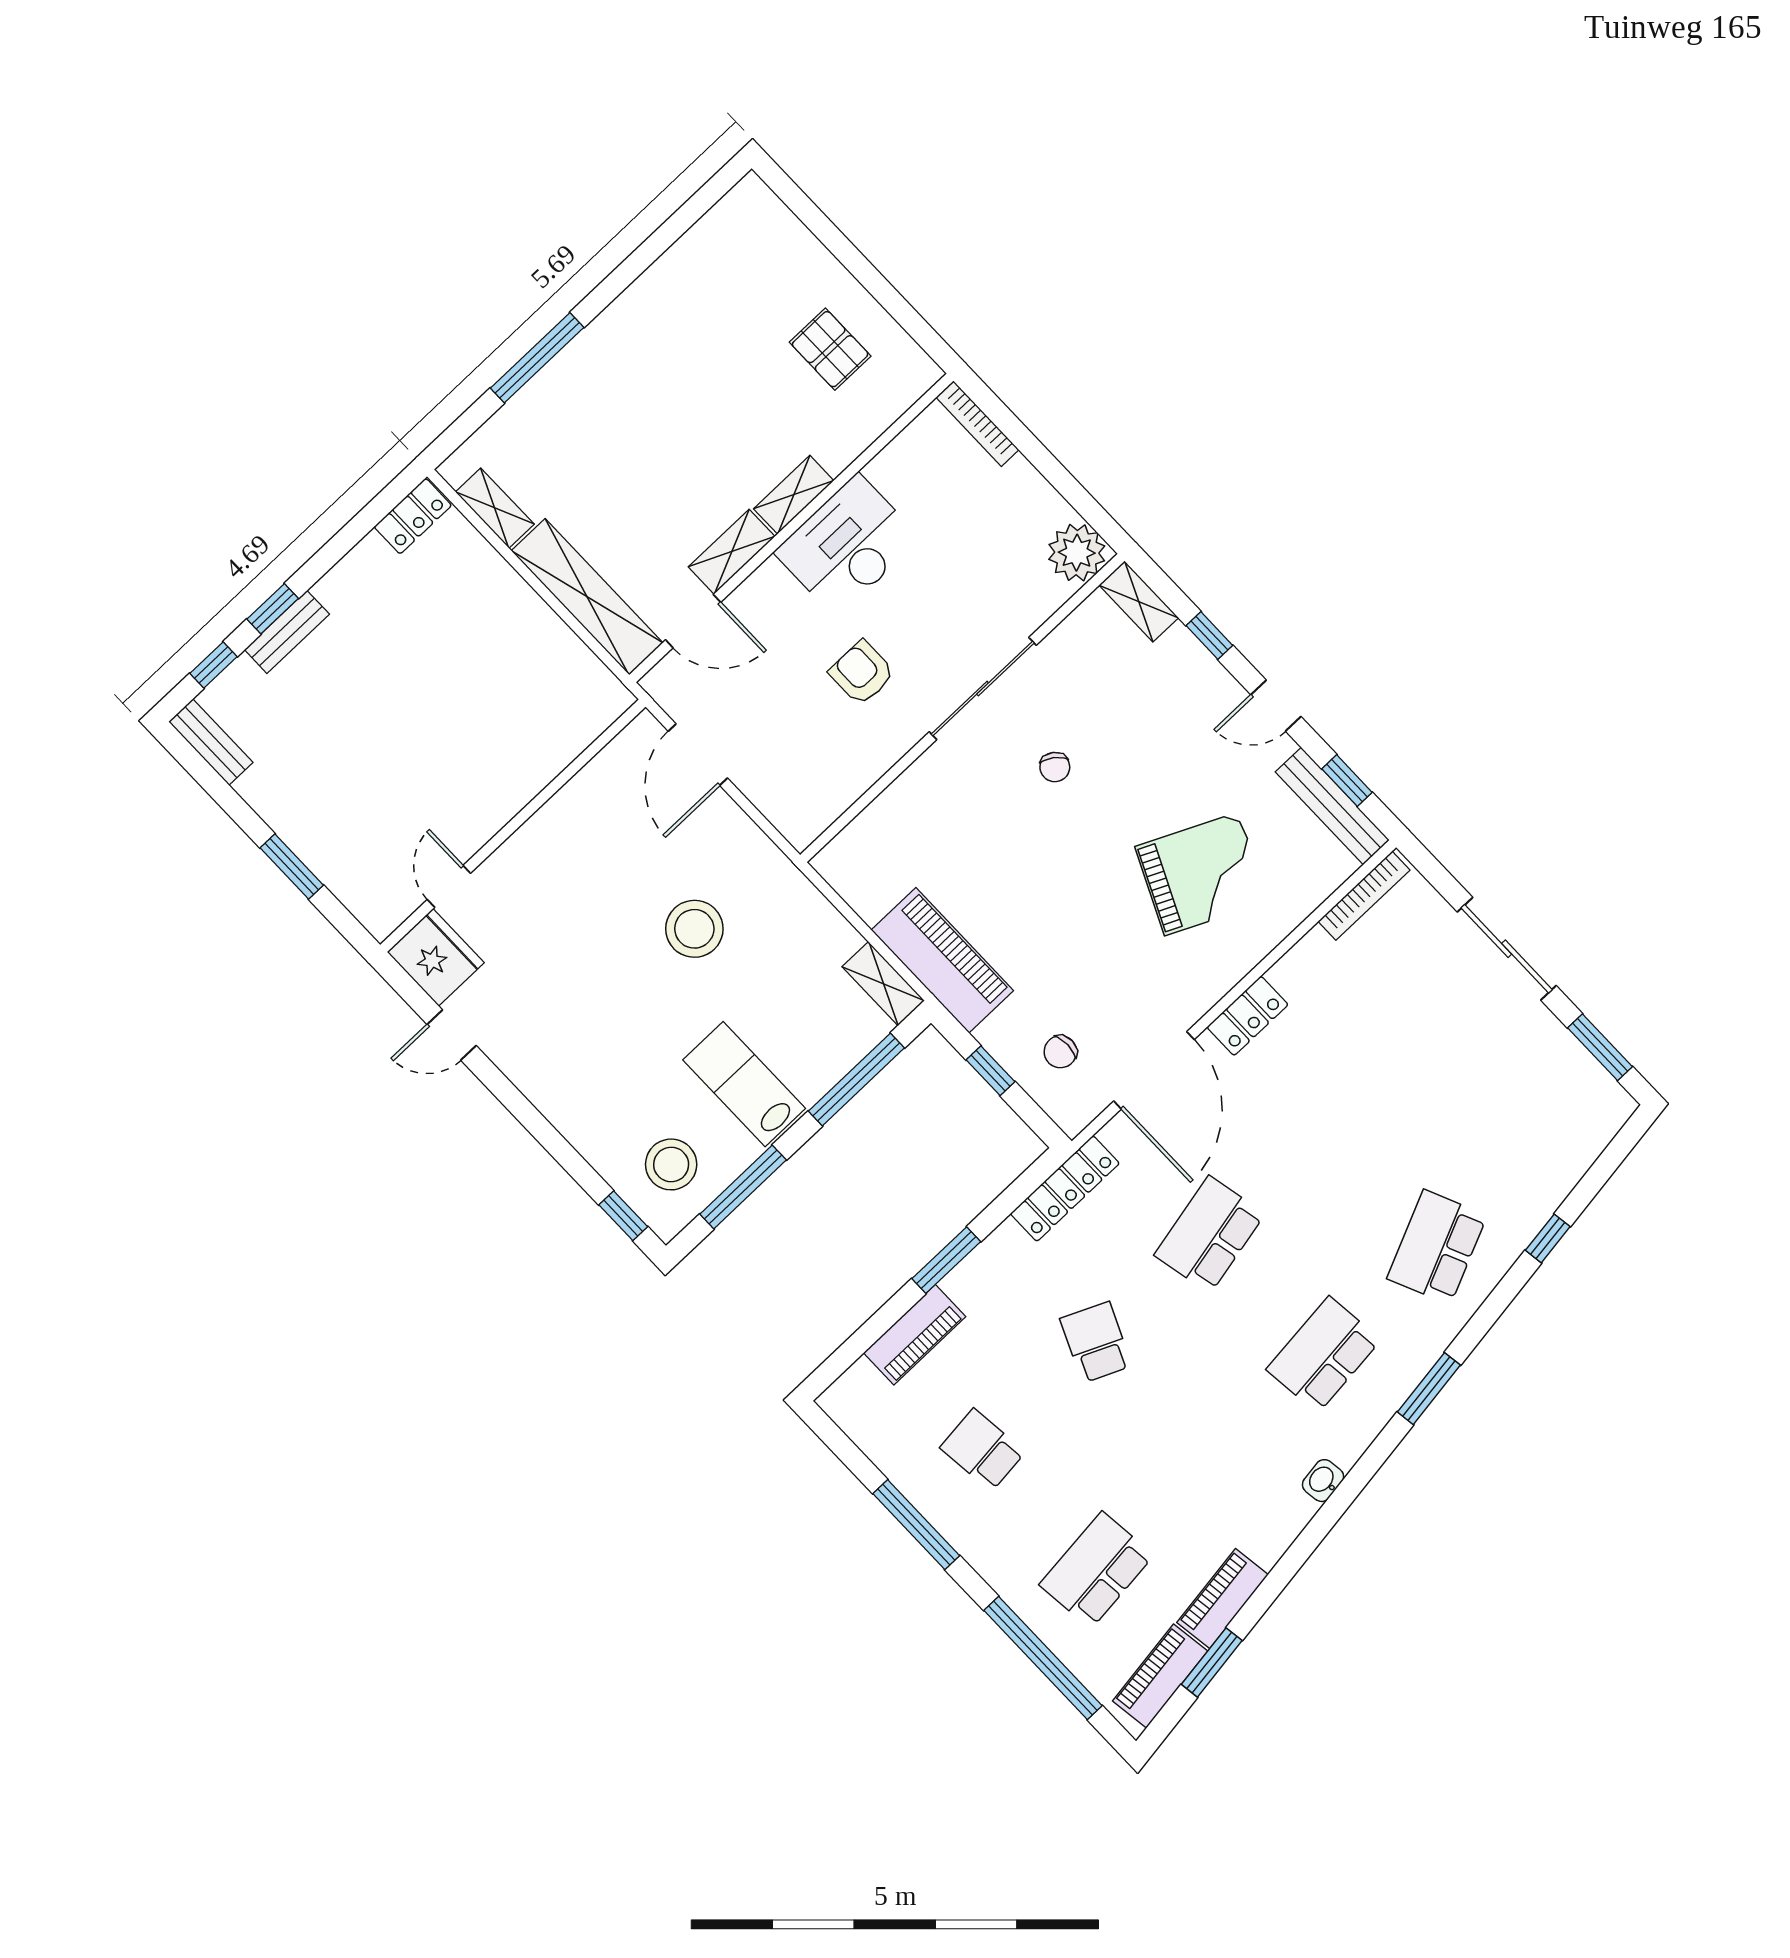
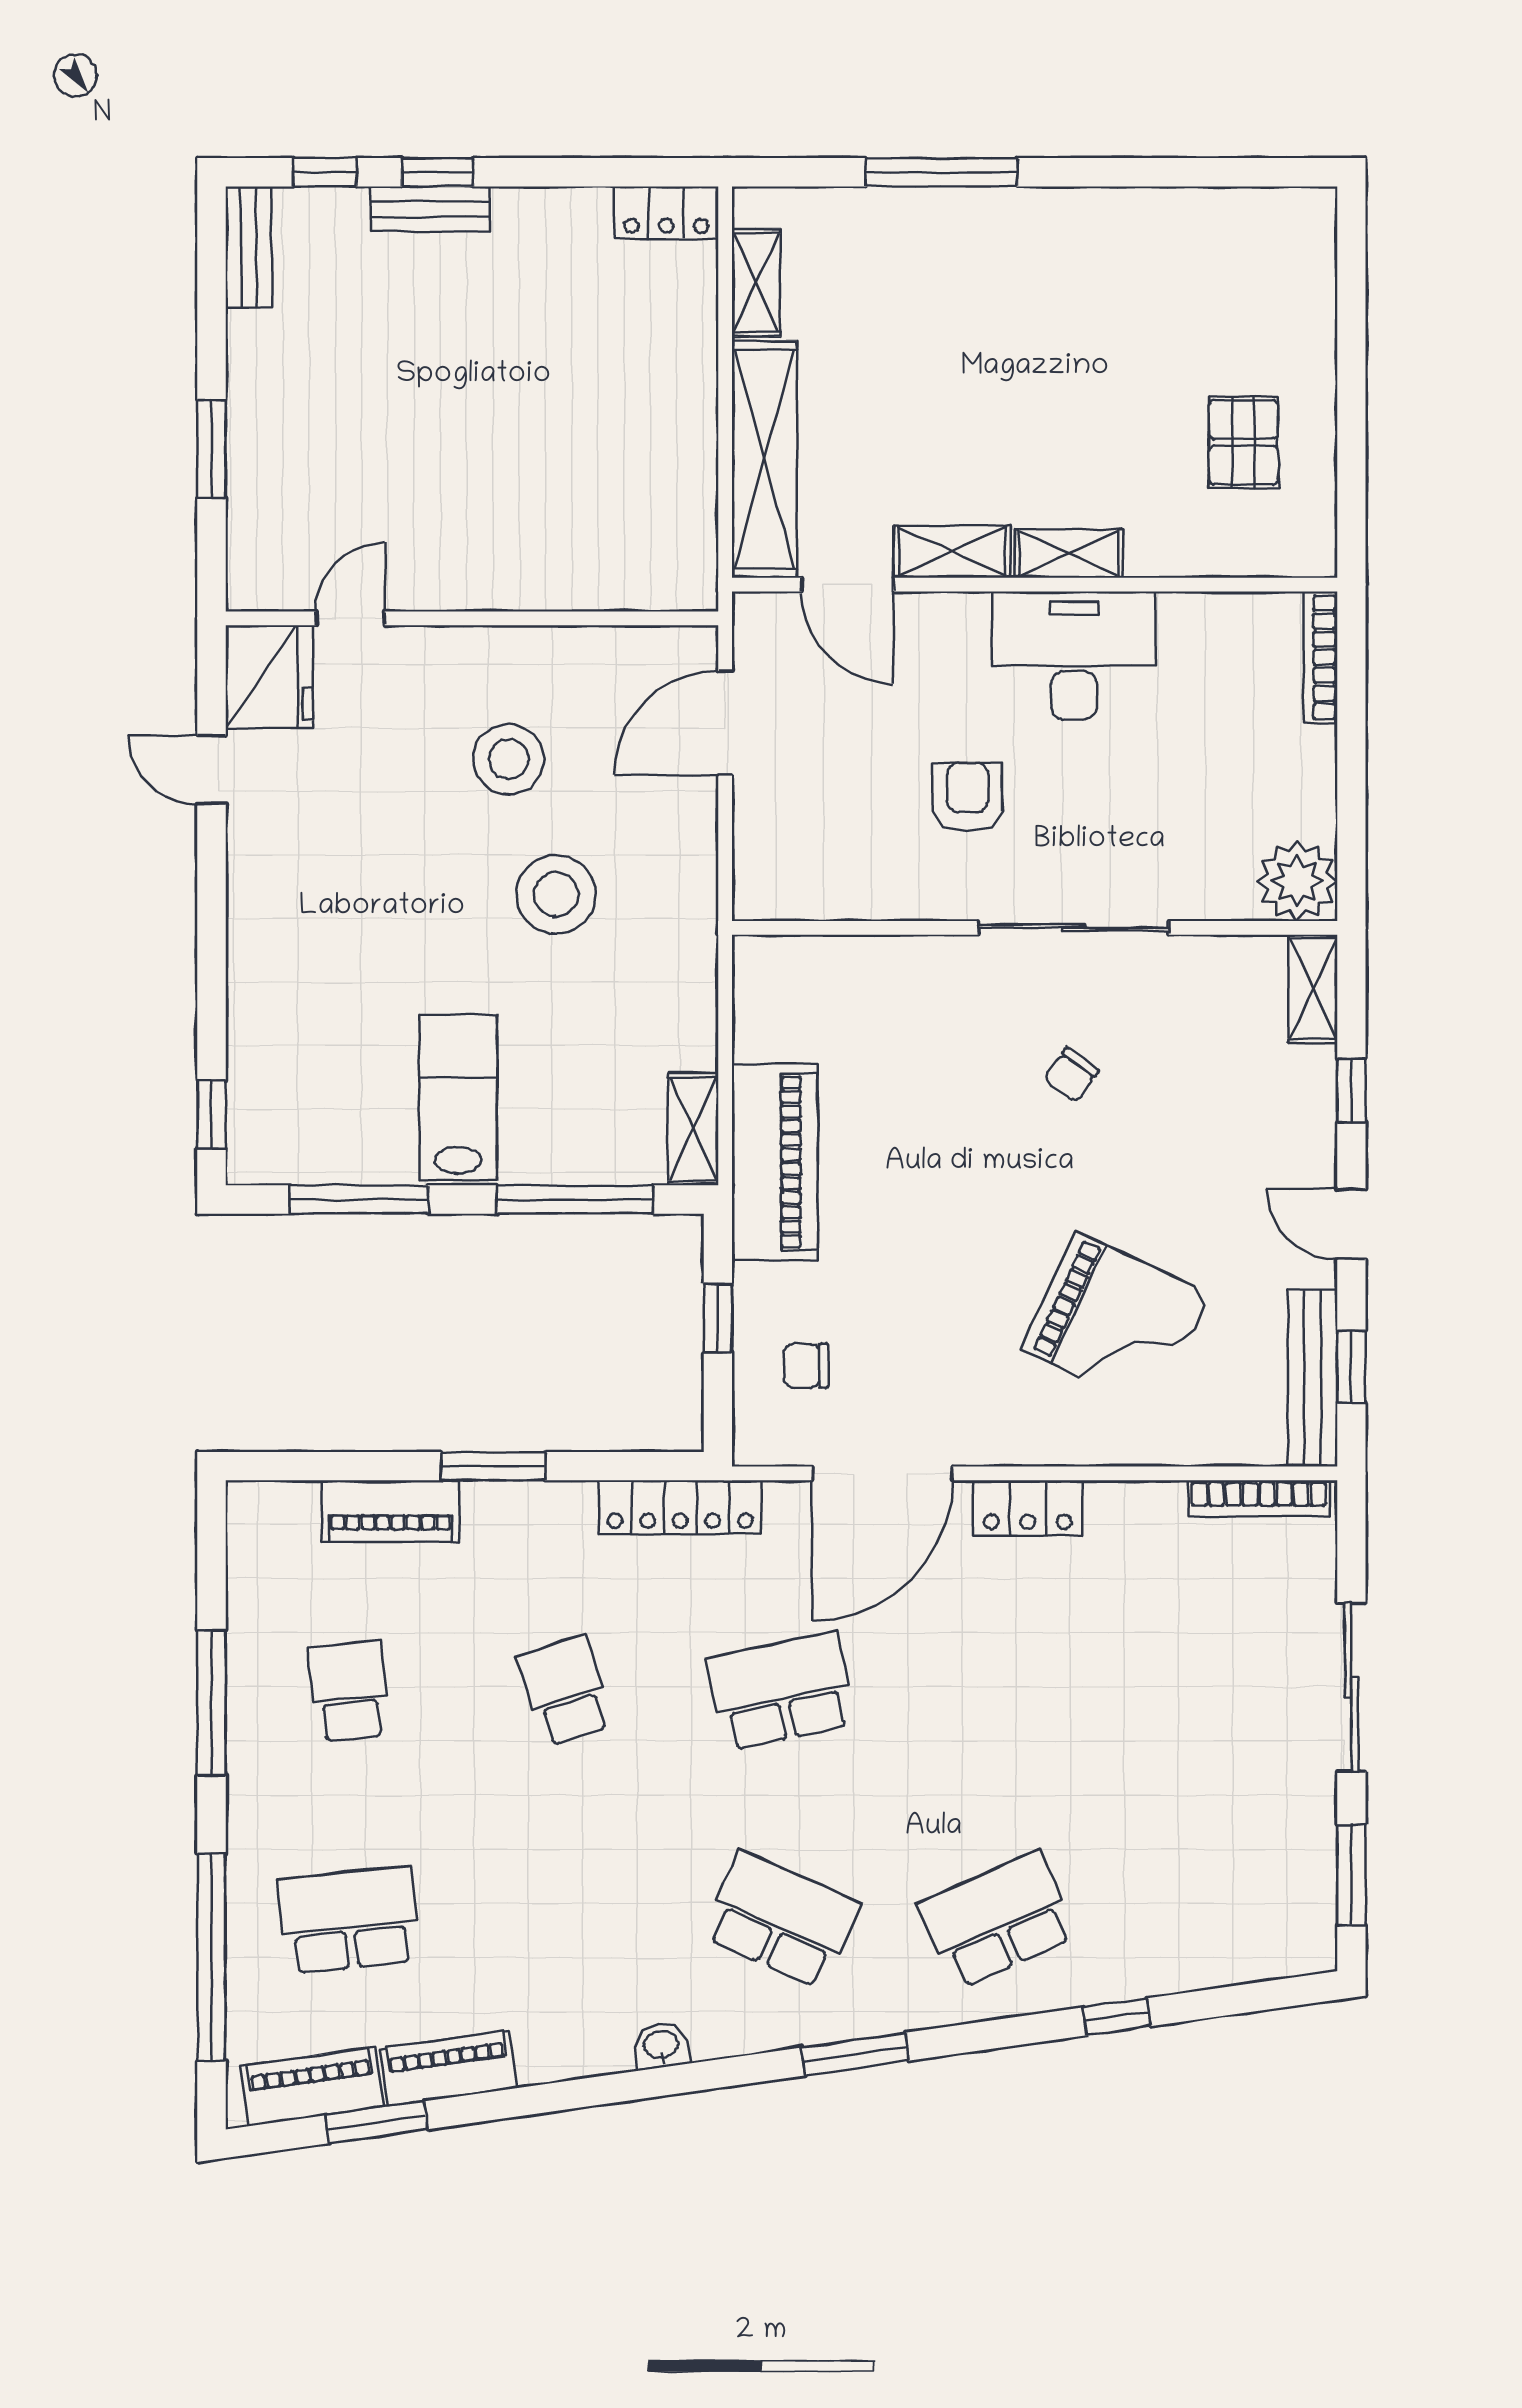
stool: (671, 1164) -> (509, 759), moved
school desk: (1096, 1342) -> (565, 1691), turned -42
school desk: (1323, 1355) -> (781, 1920), turned 30

